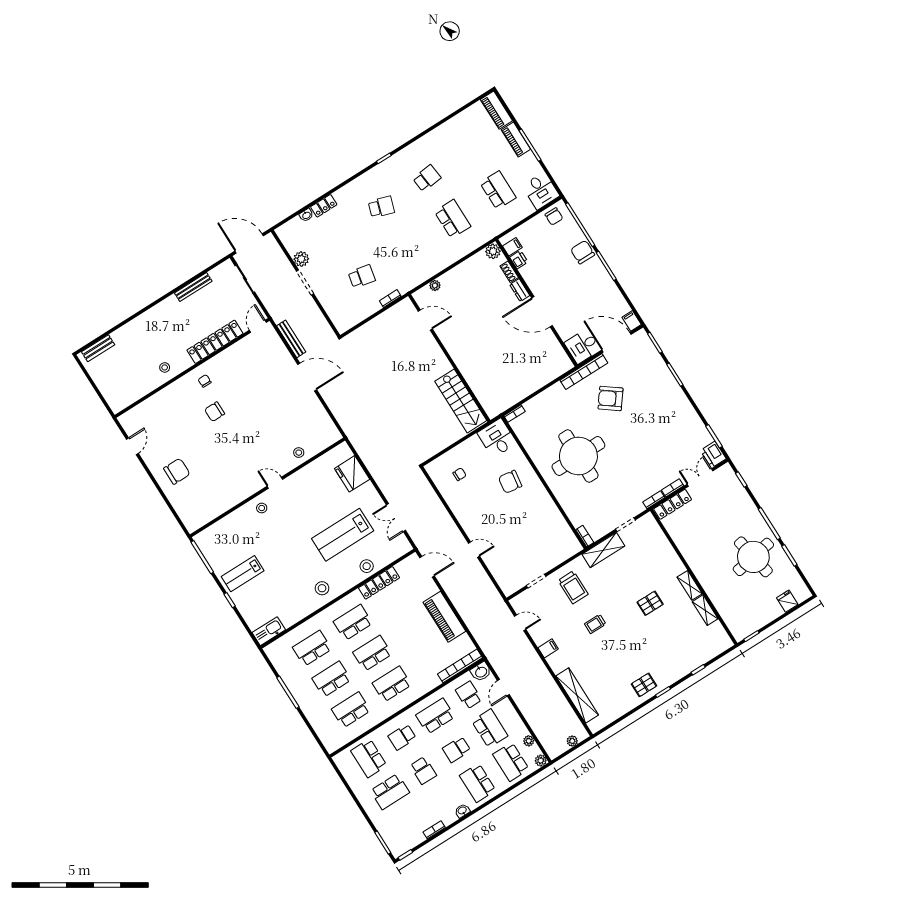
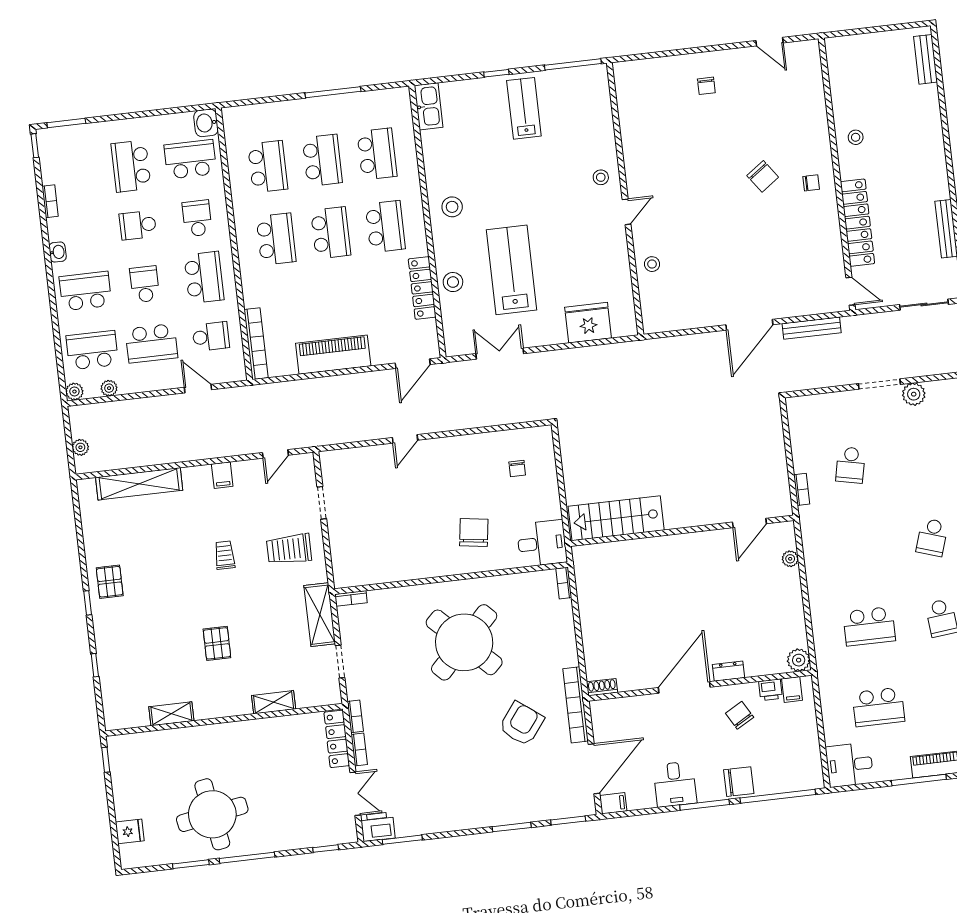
chair: (554, 216) -> (740, 715), moved, turned 60
shoe rack: (509, 272) -> (602, 687), moved
desk: (583, 346) -> (675, 784), moved, turned 180
chair: (215, 412) -> (763, 176), turned 144
round table: (578, 456) -> (464, 642), turned 45
chair: (177, 471) -> (706, 86), width x0.54, depth x0.54
shelving: (690, 585) -> (274, 702), moved
washbasin: (481, 672) -> (206, 123), moved

